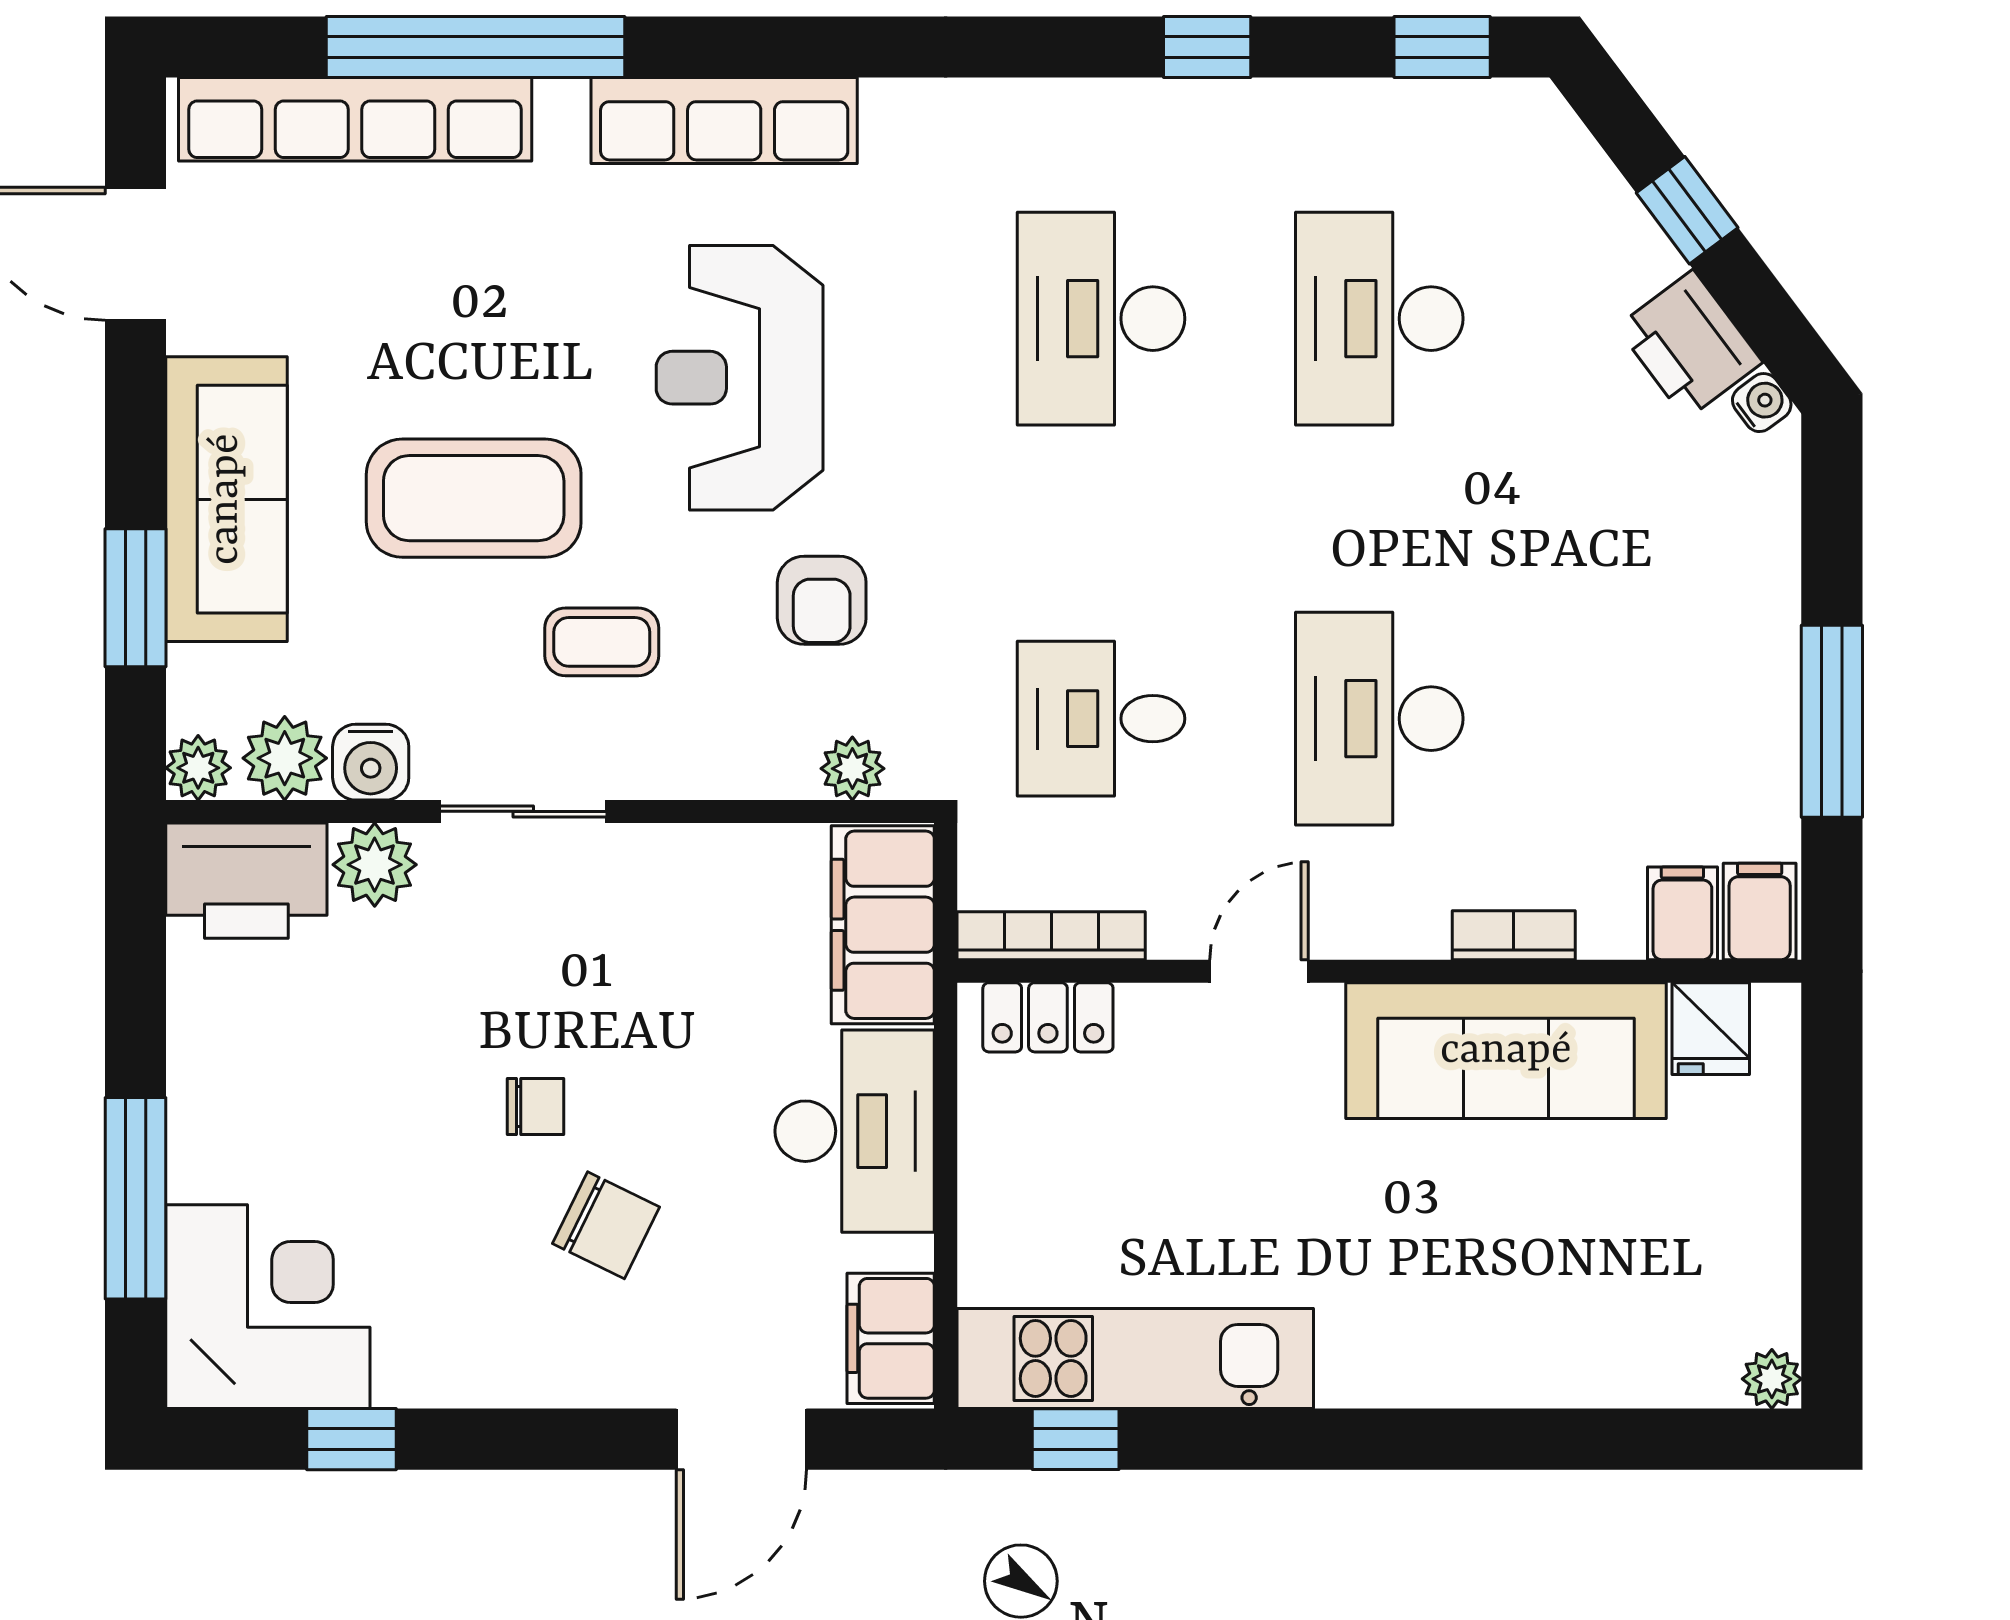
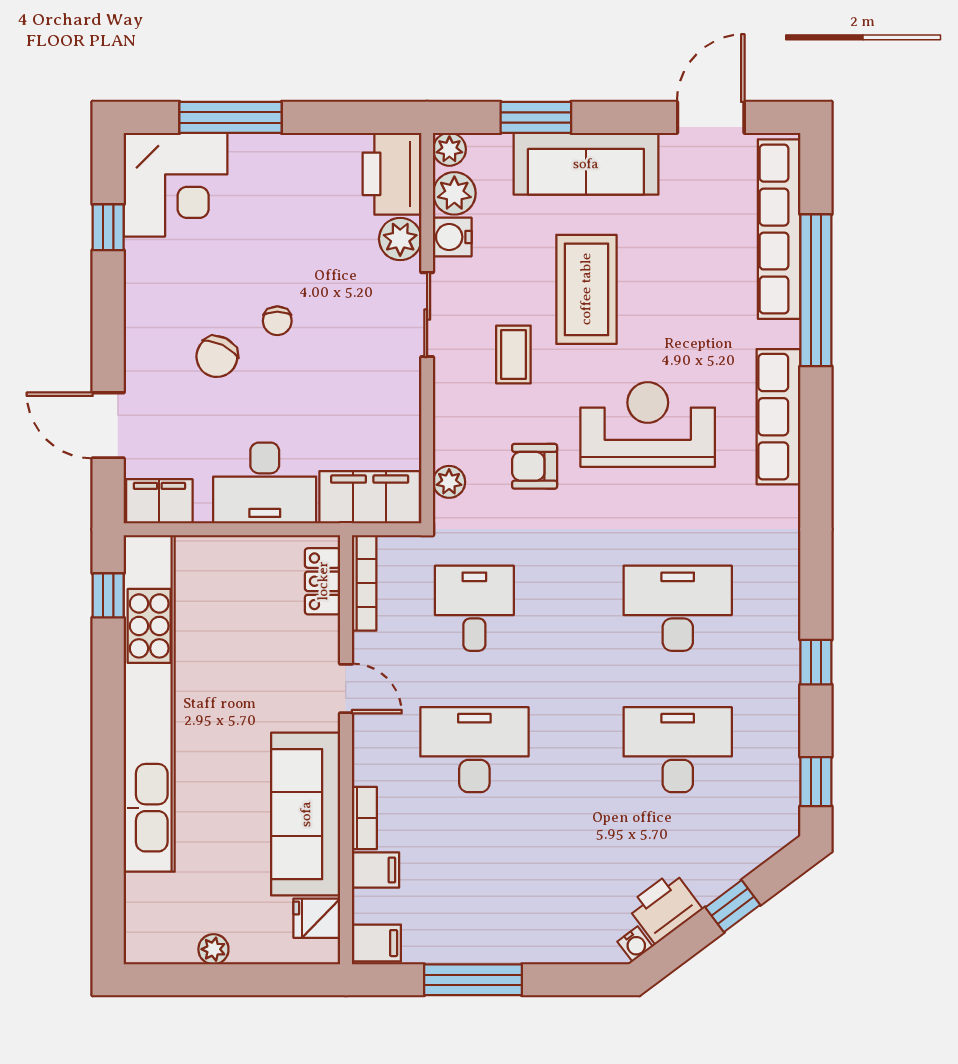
filing cabinet: (1682, 913) -> (375, 870), moved
kitchen unit: (1135, 1358) -> (149, 703), width x1.86
plant: (1772, 1379) -> (213, 949), moved

